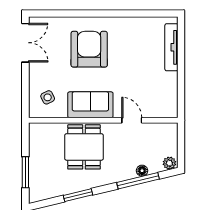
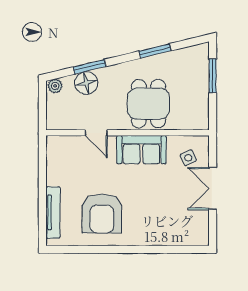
double door: (25, 43) -> (213, 189), moved
armchair: (89, 49) -> (102, 213), moved
floor lamp: (142, 171) -> (86, 83), width x1.89, depth x1.89
window: (138, 181) -> (90, 67), width x0.69

